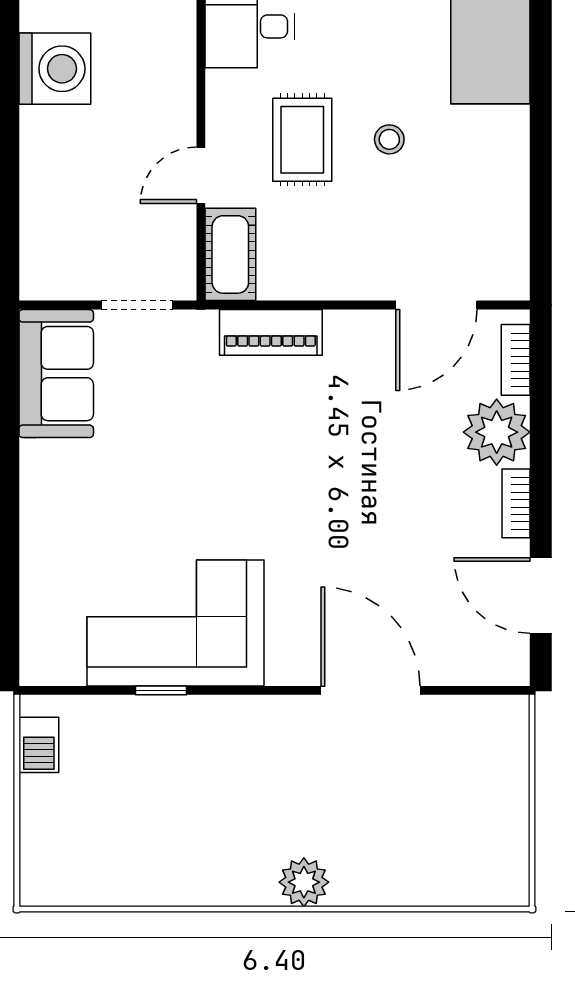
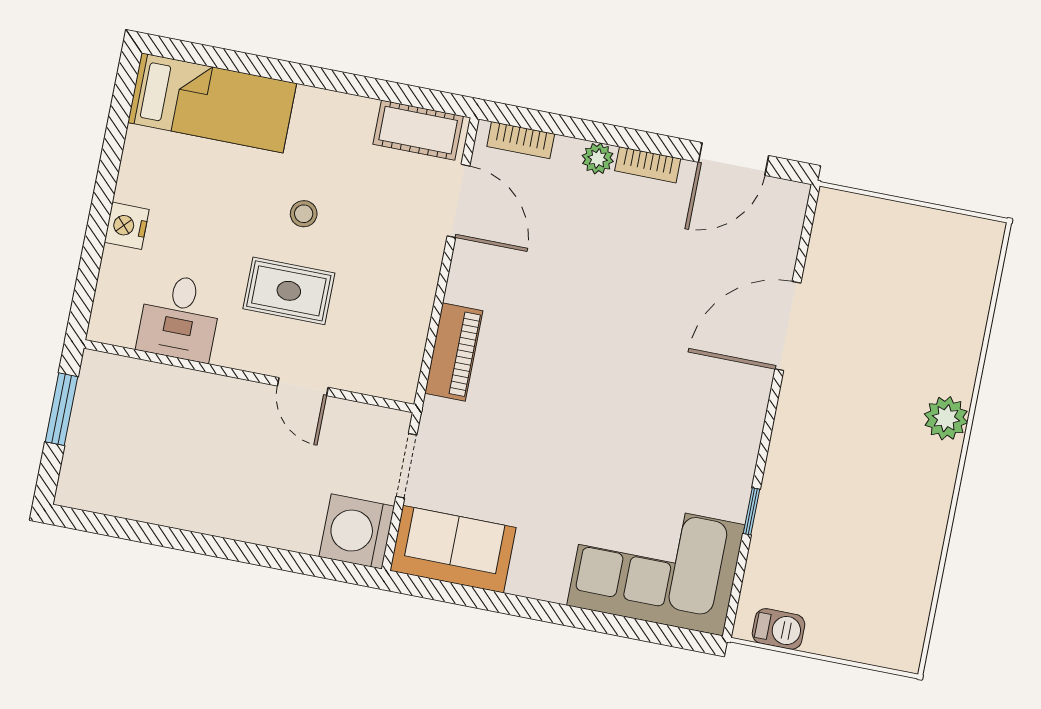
washing machine: (55, 69) -> (357, 532), moved, turned -90
cot: (230, 254) -> (418, 130), moved
plant: (497, 432) -> (598, 159), width x0.53, depth x0.53
corner sofa: (176, 623) -> (656, 565), moved, turned 90

